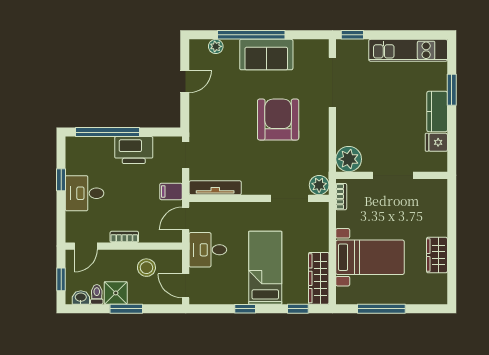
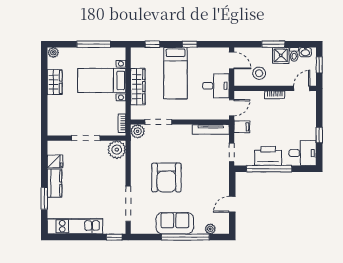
window: (107, 132) -> (269, 169), moved
desk: (85, 193) -> (303, 153), moved
wardrobe: (319, 278) -> (138, 87), moved
plant: (439, 297) -> (53, 52), added

